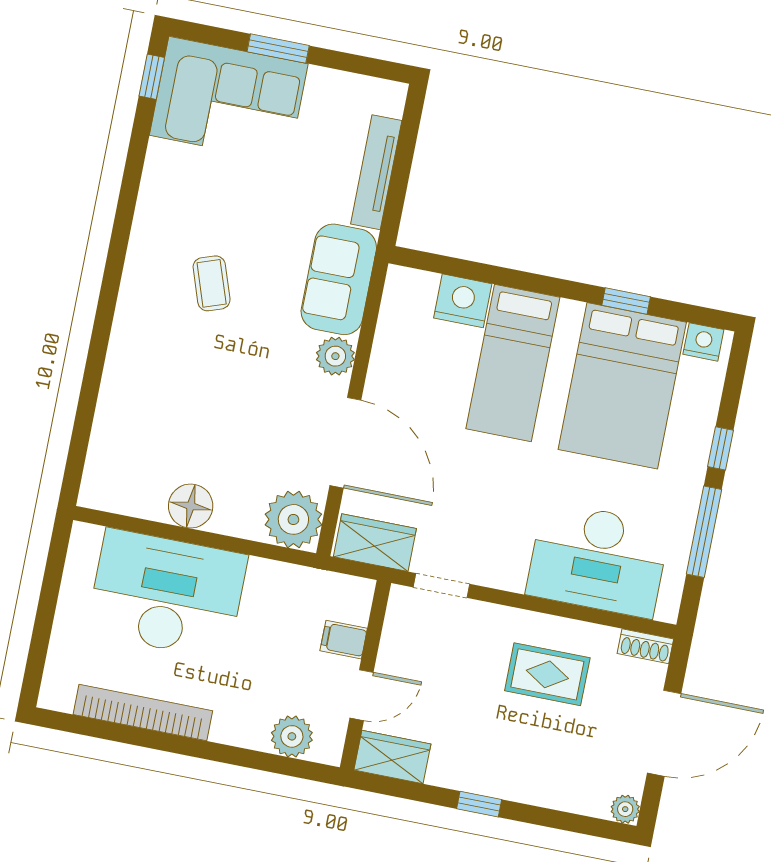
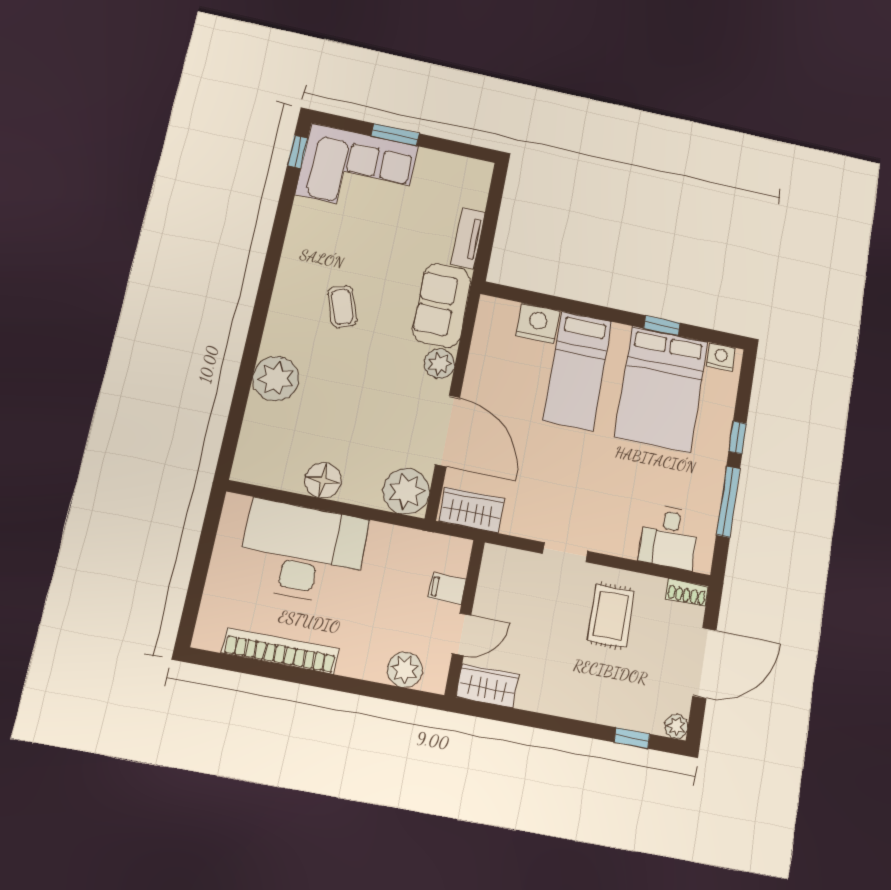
tv unit: (376, 172) -> (468, 238), width x0.71
plant: (130, 378) -> (276, 379), added
desk: (598, 560) -> (669, 537), width x0.53, depth x0.77
doorway: (442, 586) -> (565, 552), moved
rug: (547, 674) -> (611, 616), turned 90
window: (479, 804) -> (632, 738), moved

